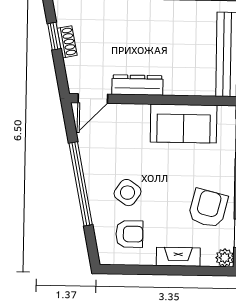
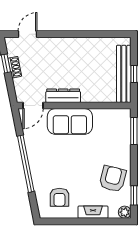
sofa: (184, 124) -> (70, 121), moved
side table: (128, 193) -> (58, 169), removed
armchair: (129, 234) -> (59, 197), turned 90

